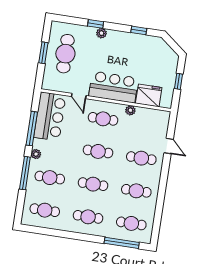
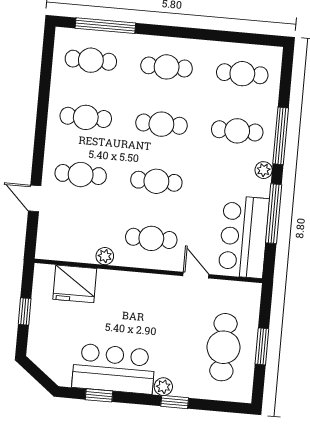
bar counter: (113, 87) -> (114, 369), moved, turned 180

